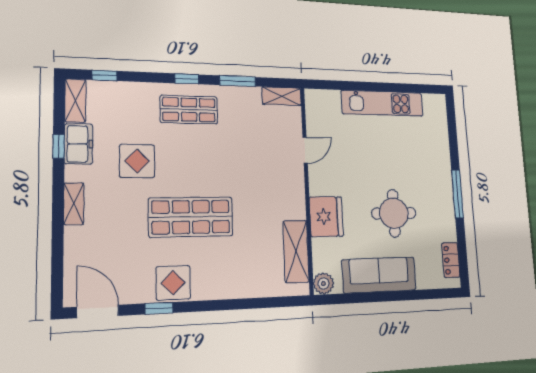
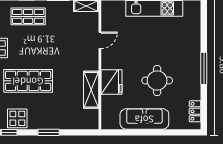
shelving: (296, 251) -> (91, 90), moved
plant: (323, 283) -> (108, 123), removed
window: (228, 305) -> (49, 132), added

